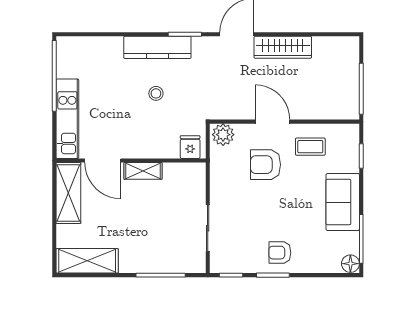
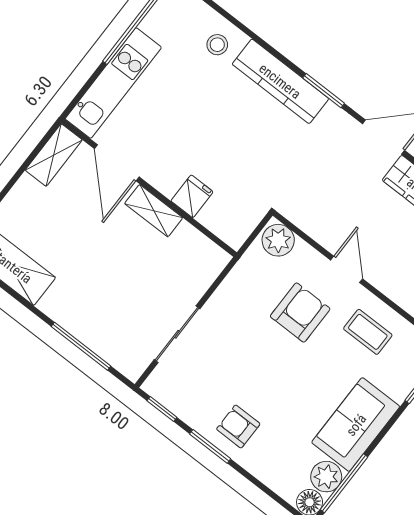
stool: (156, 93) -> (217, 45), moved
door: (273, 122) -> (347, 269), width x0.73
fridge: (190, 147) -> (192, 196), moved
armchair: (265, 165) -> (300, 313), turned 90
shelving: (68, 193) -> (54, 155), width x0.67, depth x0.75
plant: (349, 243) -> (326, 477), added

